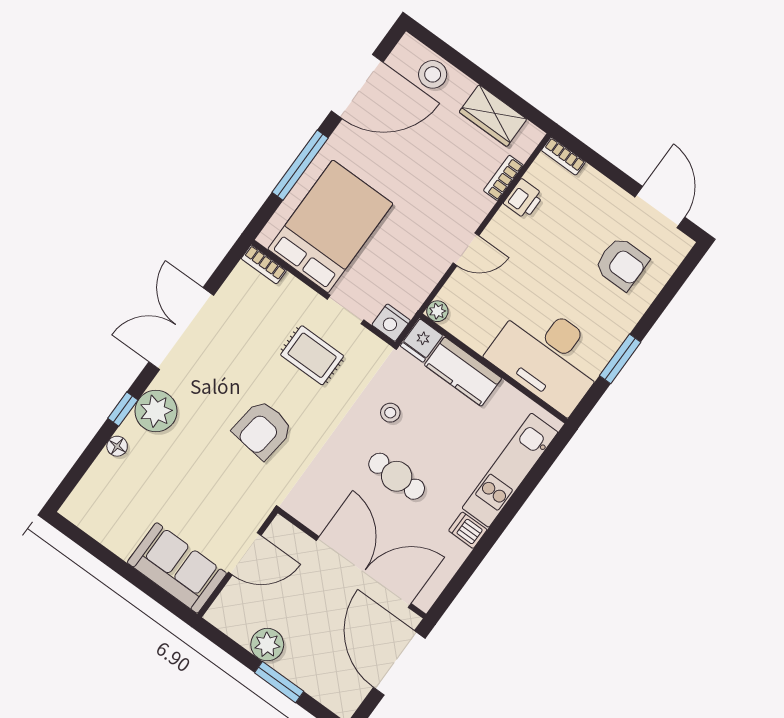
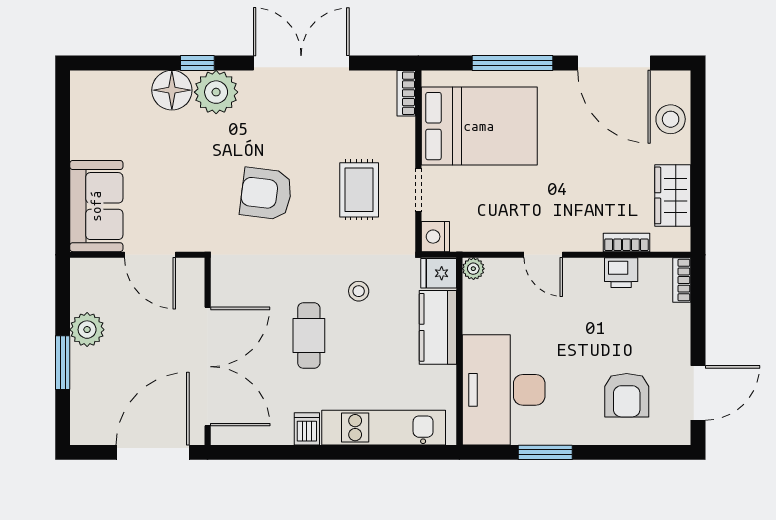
floor lamp: (117, 446) -> (172, 90), width x1.89, depth x1.89

